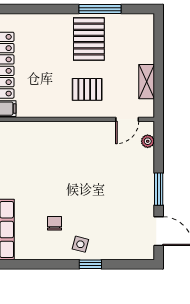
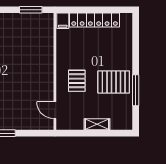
shelving: (147, 82) -> (97, 124), moved
plant: (148, 141) -> (39, 125), removed

